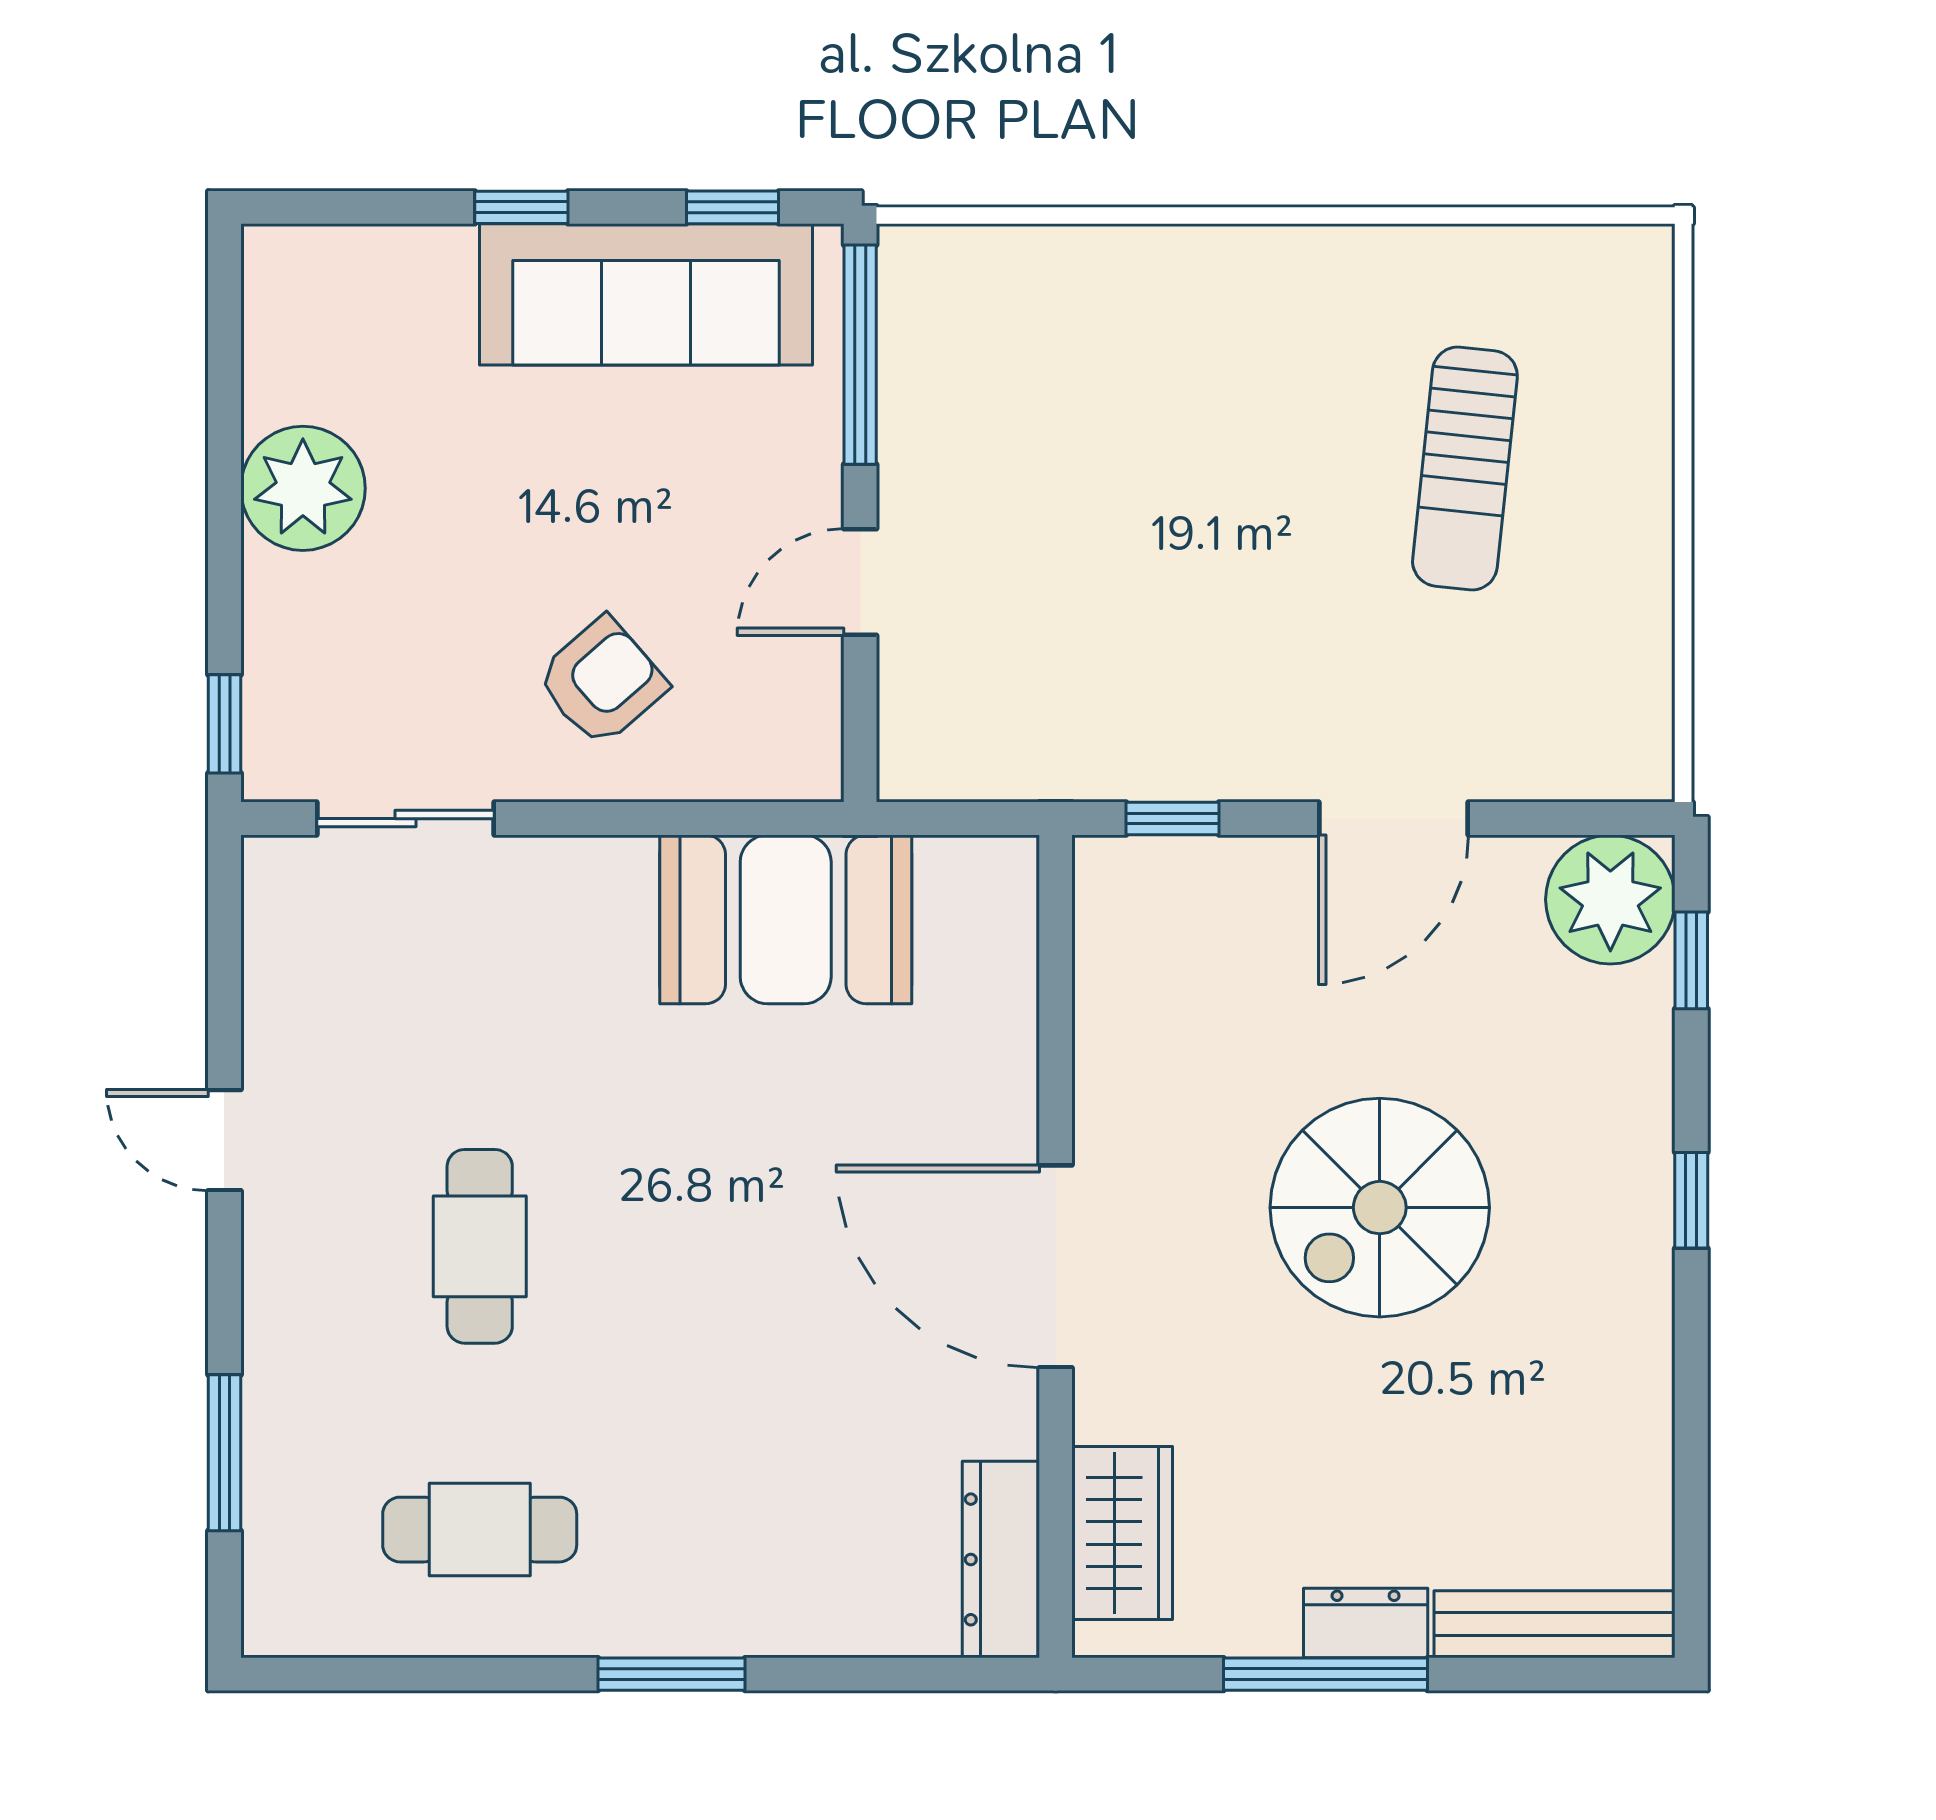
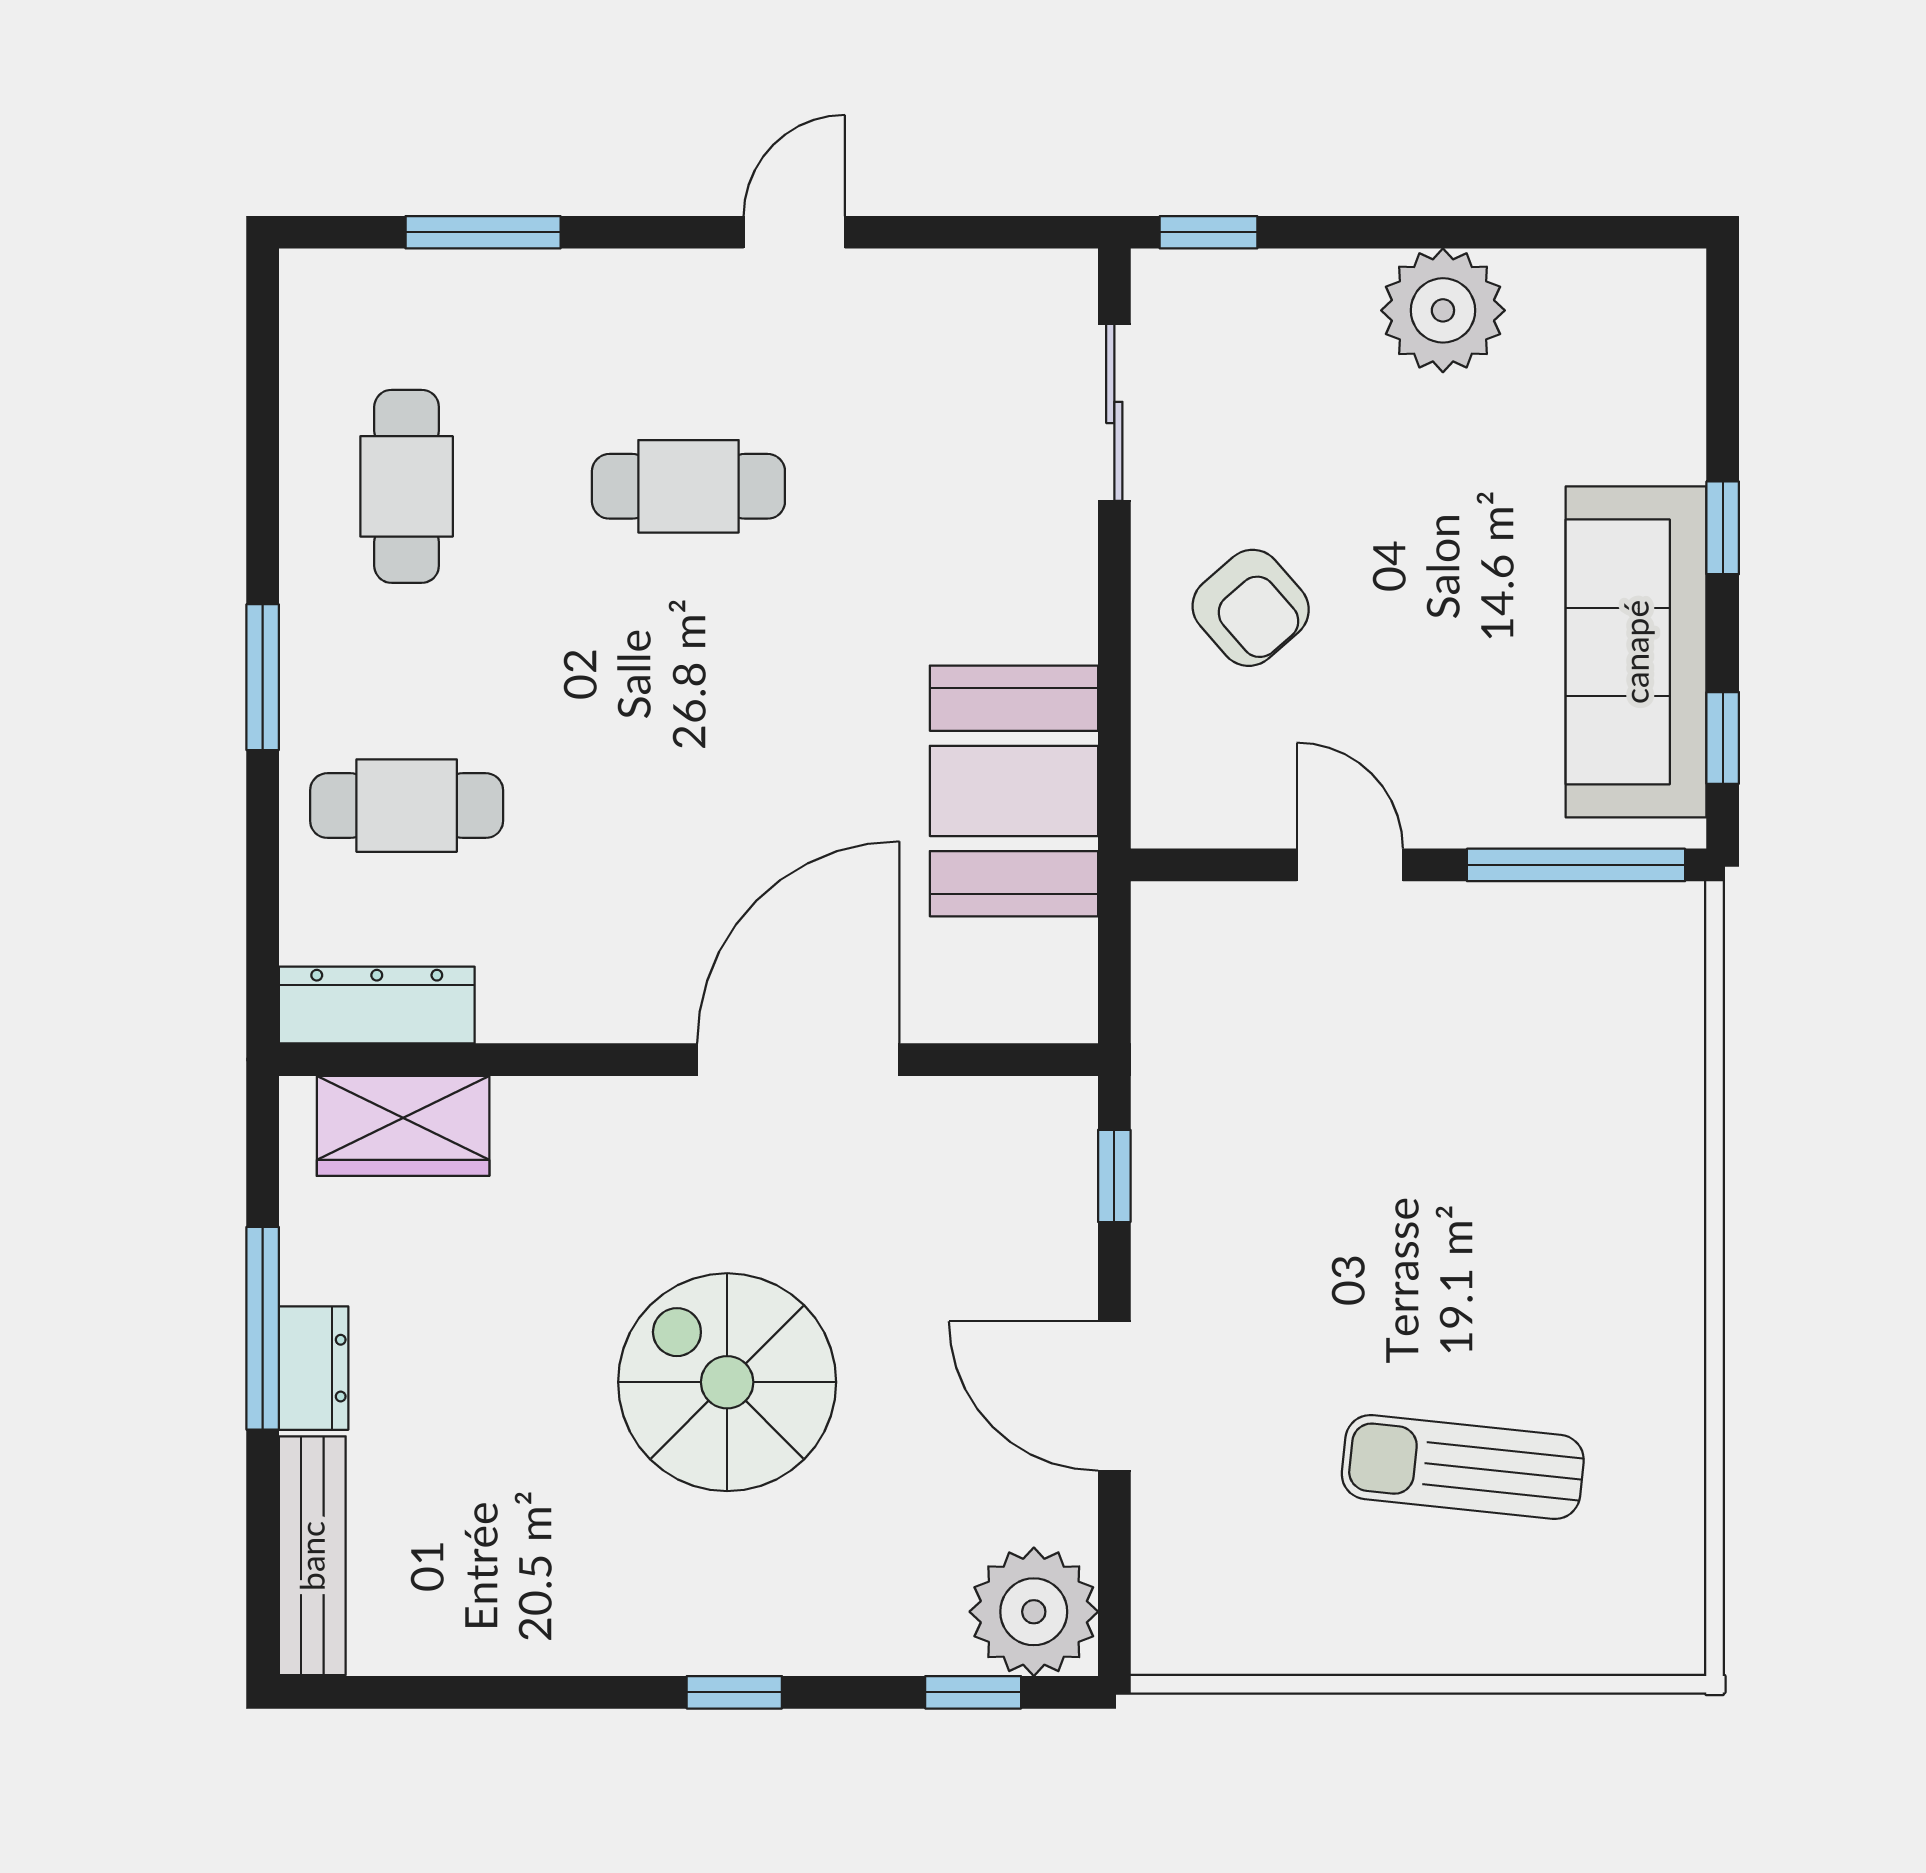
door: (1056, 1266) -> (798, 1060), moved
cafe table: (800, 1530) -> (407, 806), added

